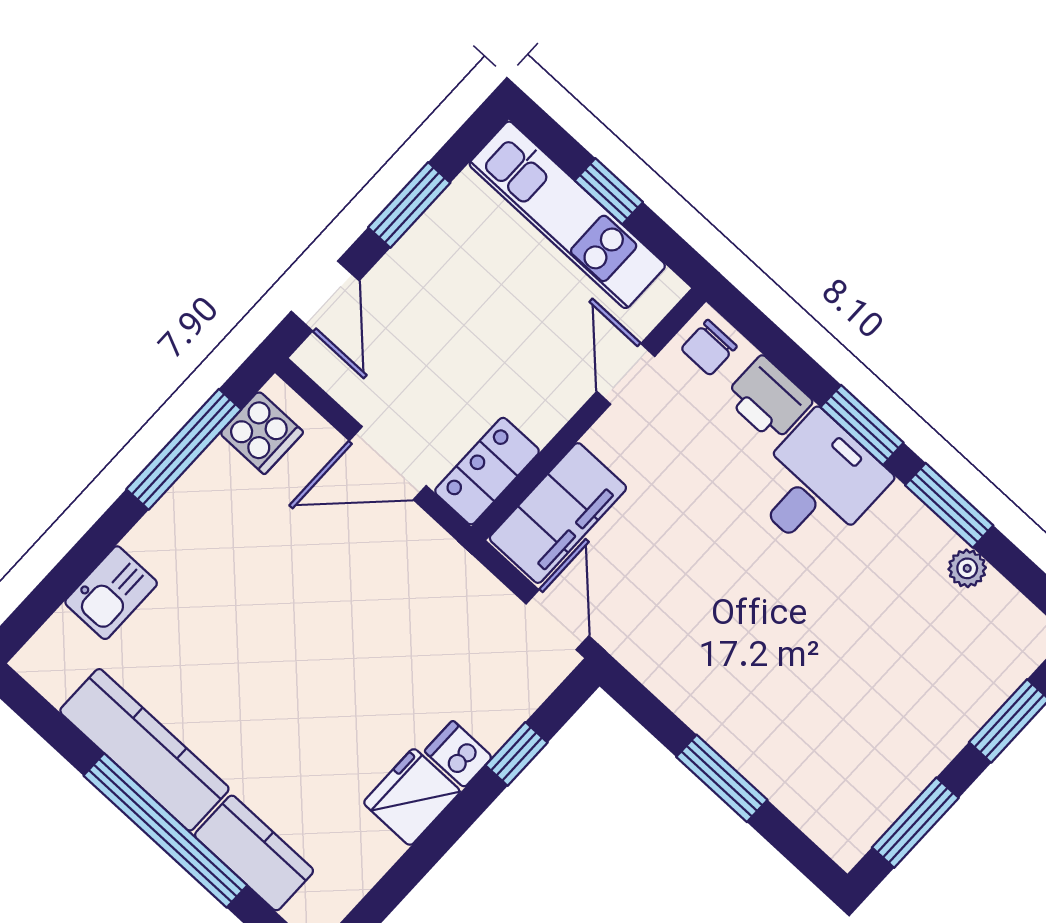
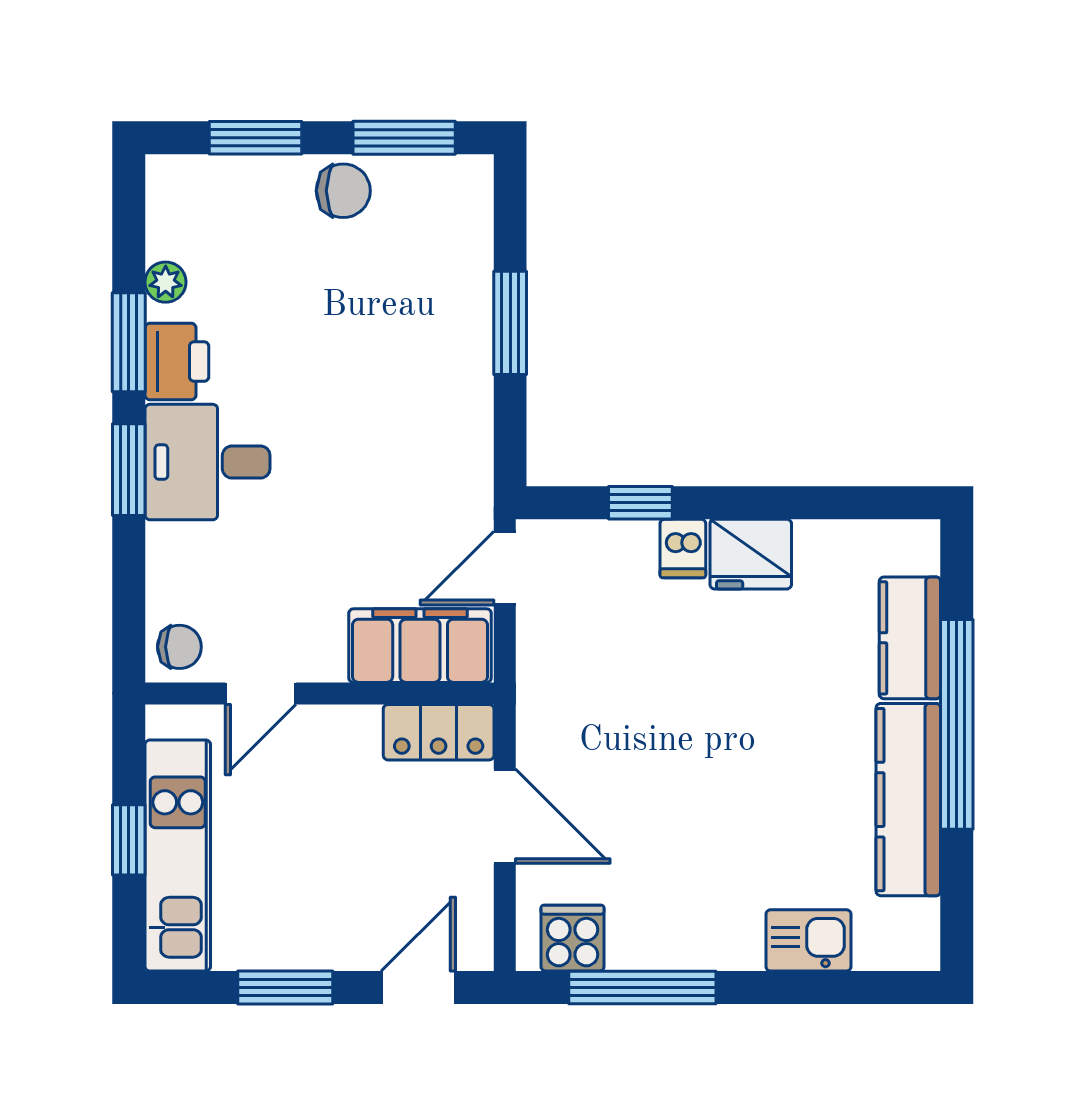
printer: (768, 399) -> (177, 362), moved
chair: (917, 748) -> (343, 191), added

